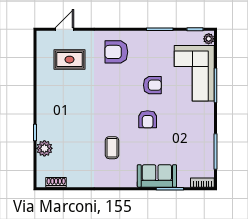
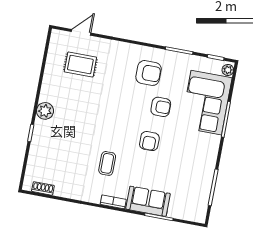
armchair: (116, 52) -> (149, 73), moved, turned 180
plant: (44, 148) -> (45, 111), moved
bookcase: (202, 183) -> (113, 202), moved

